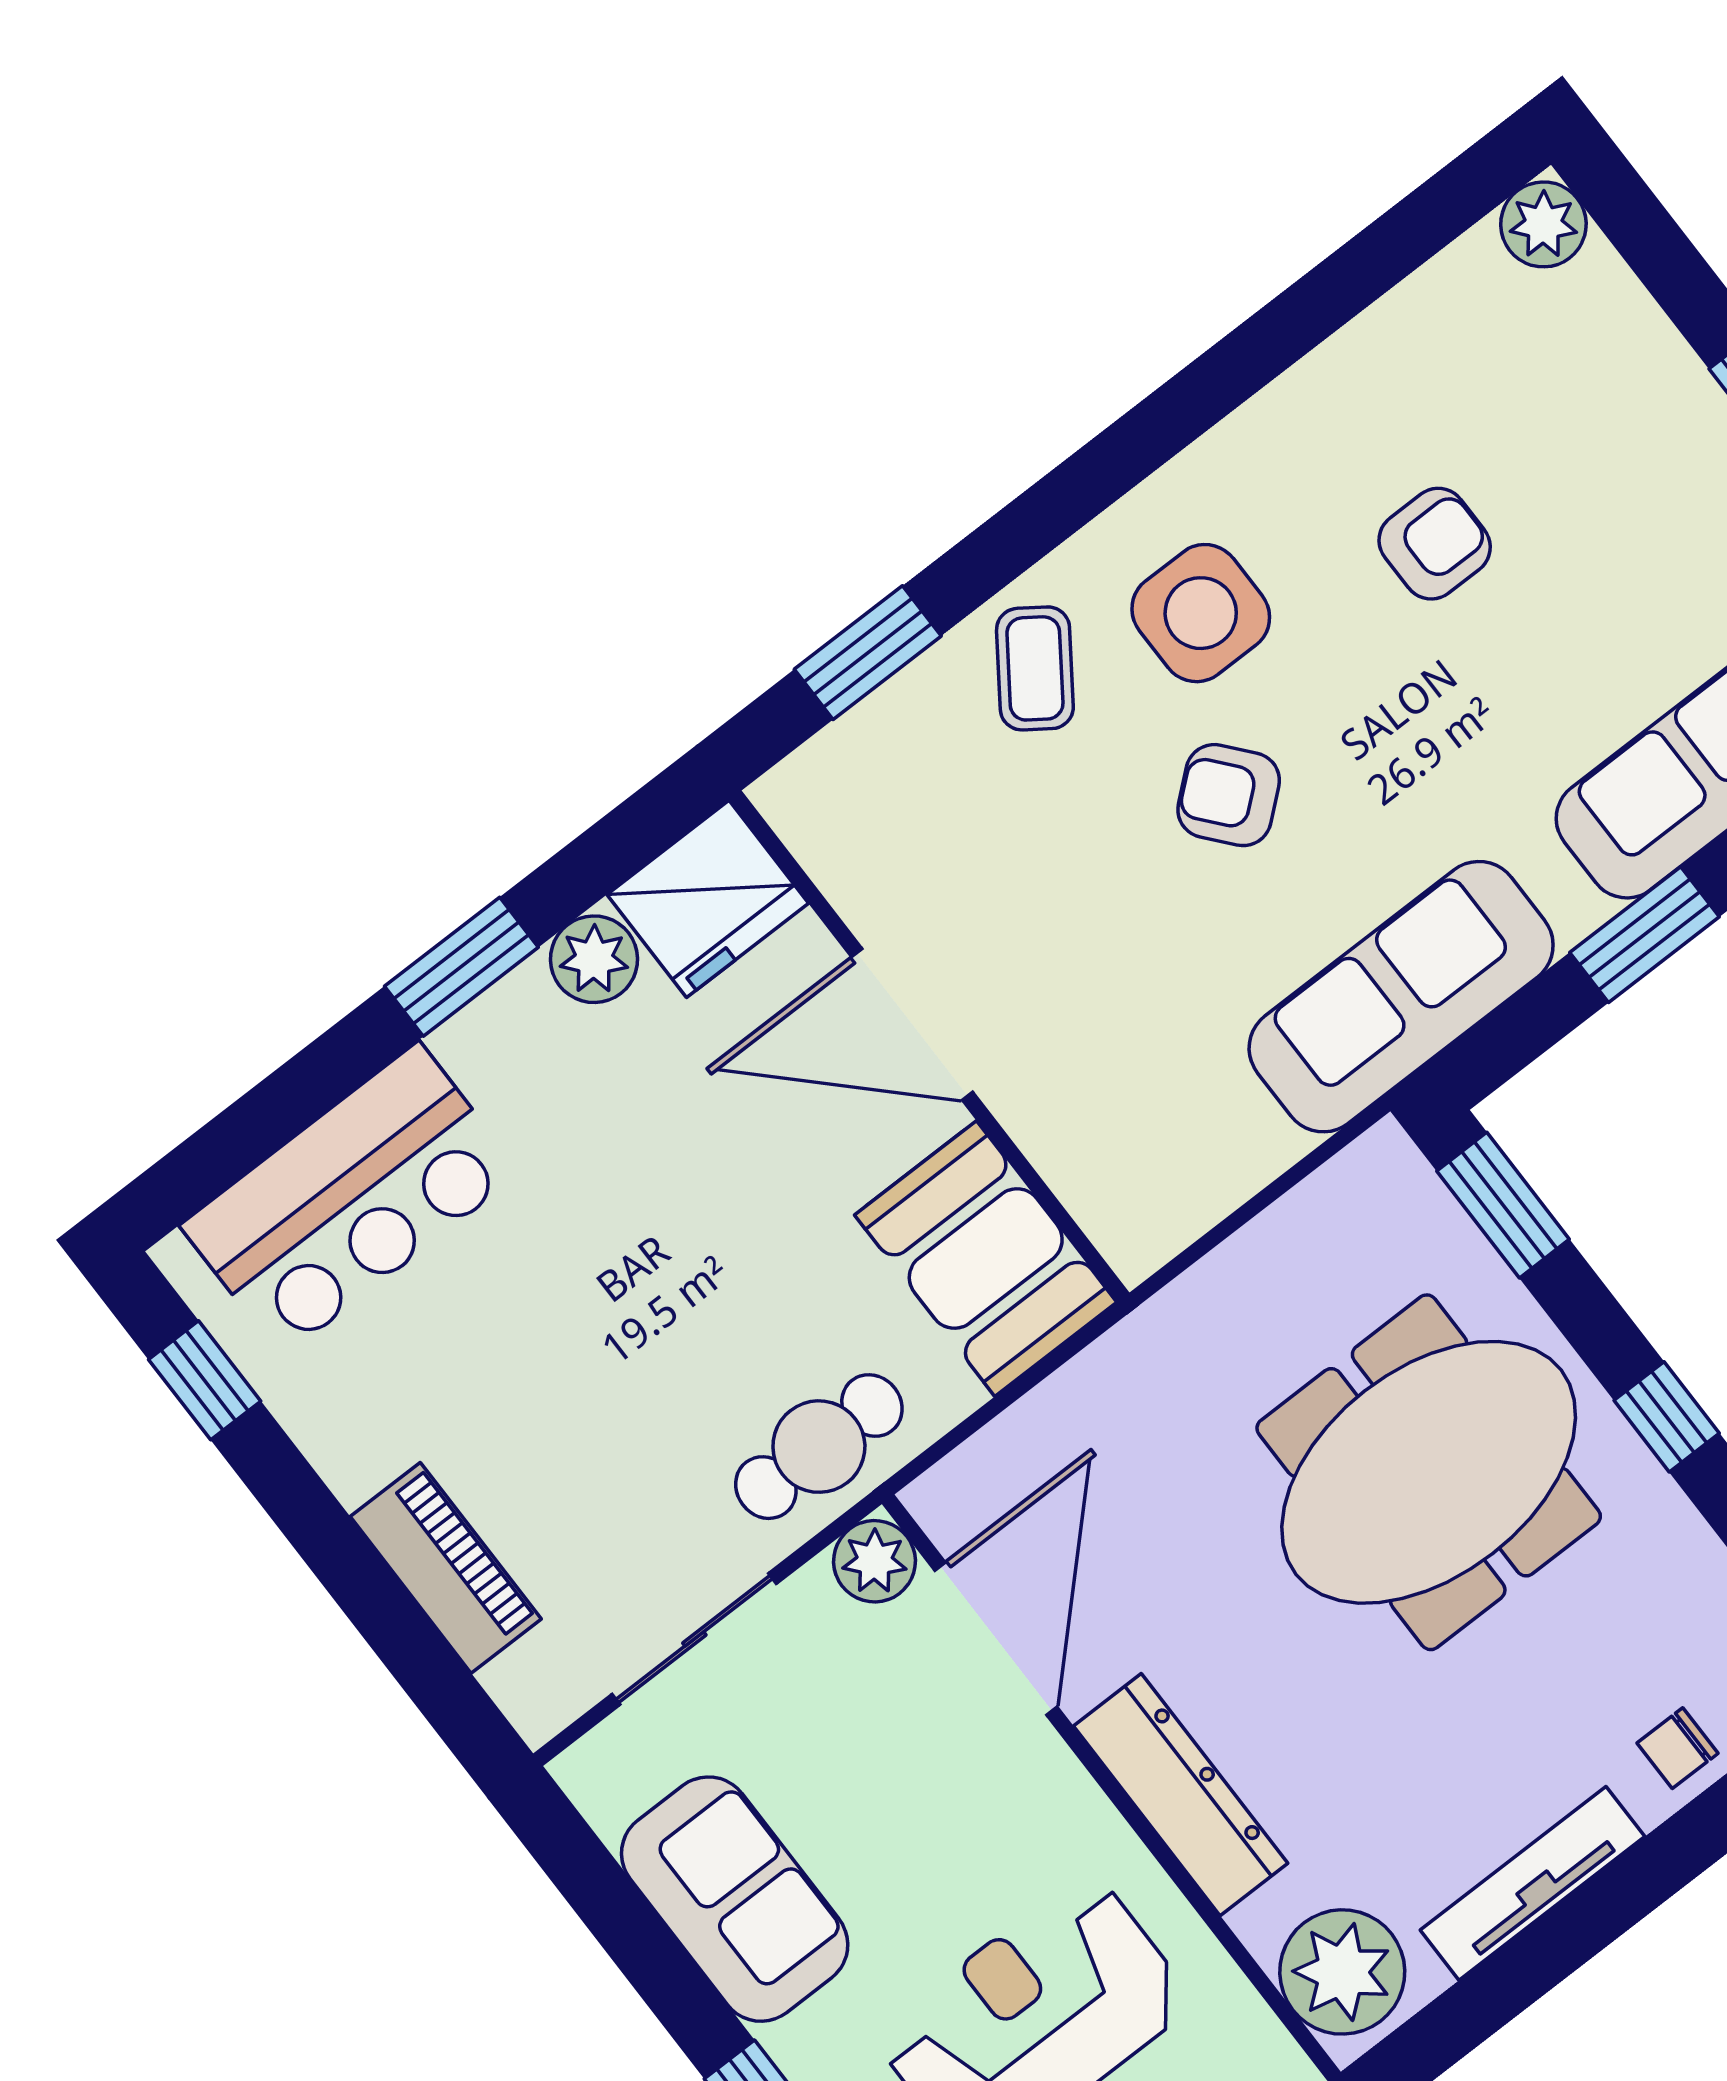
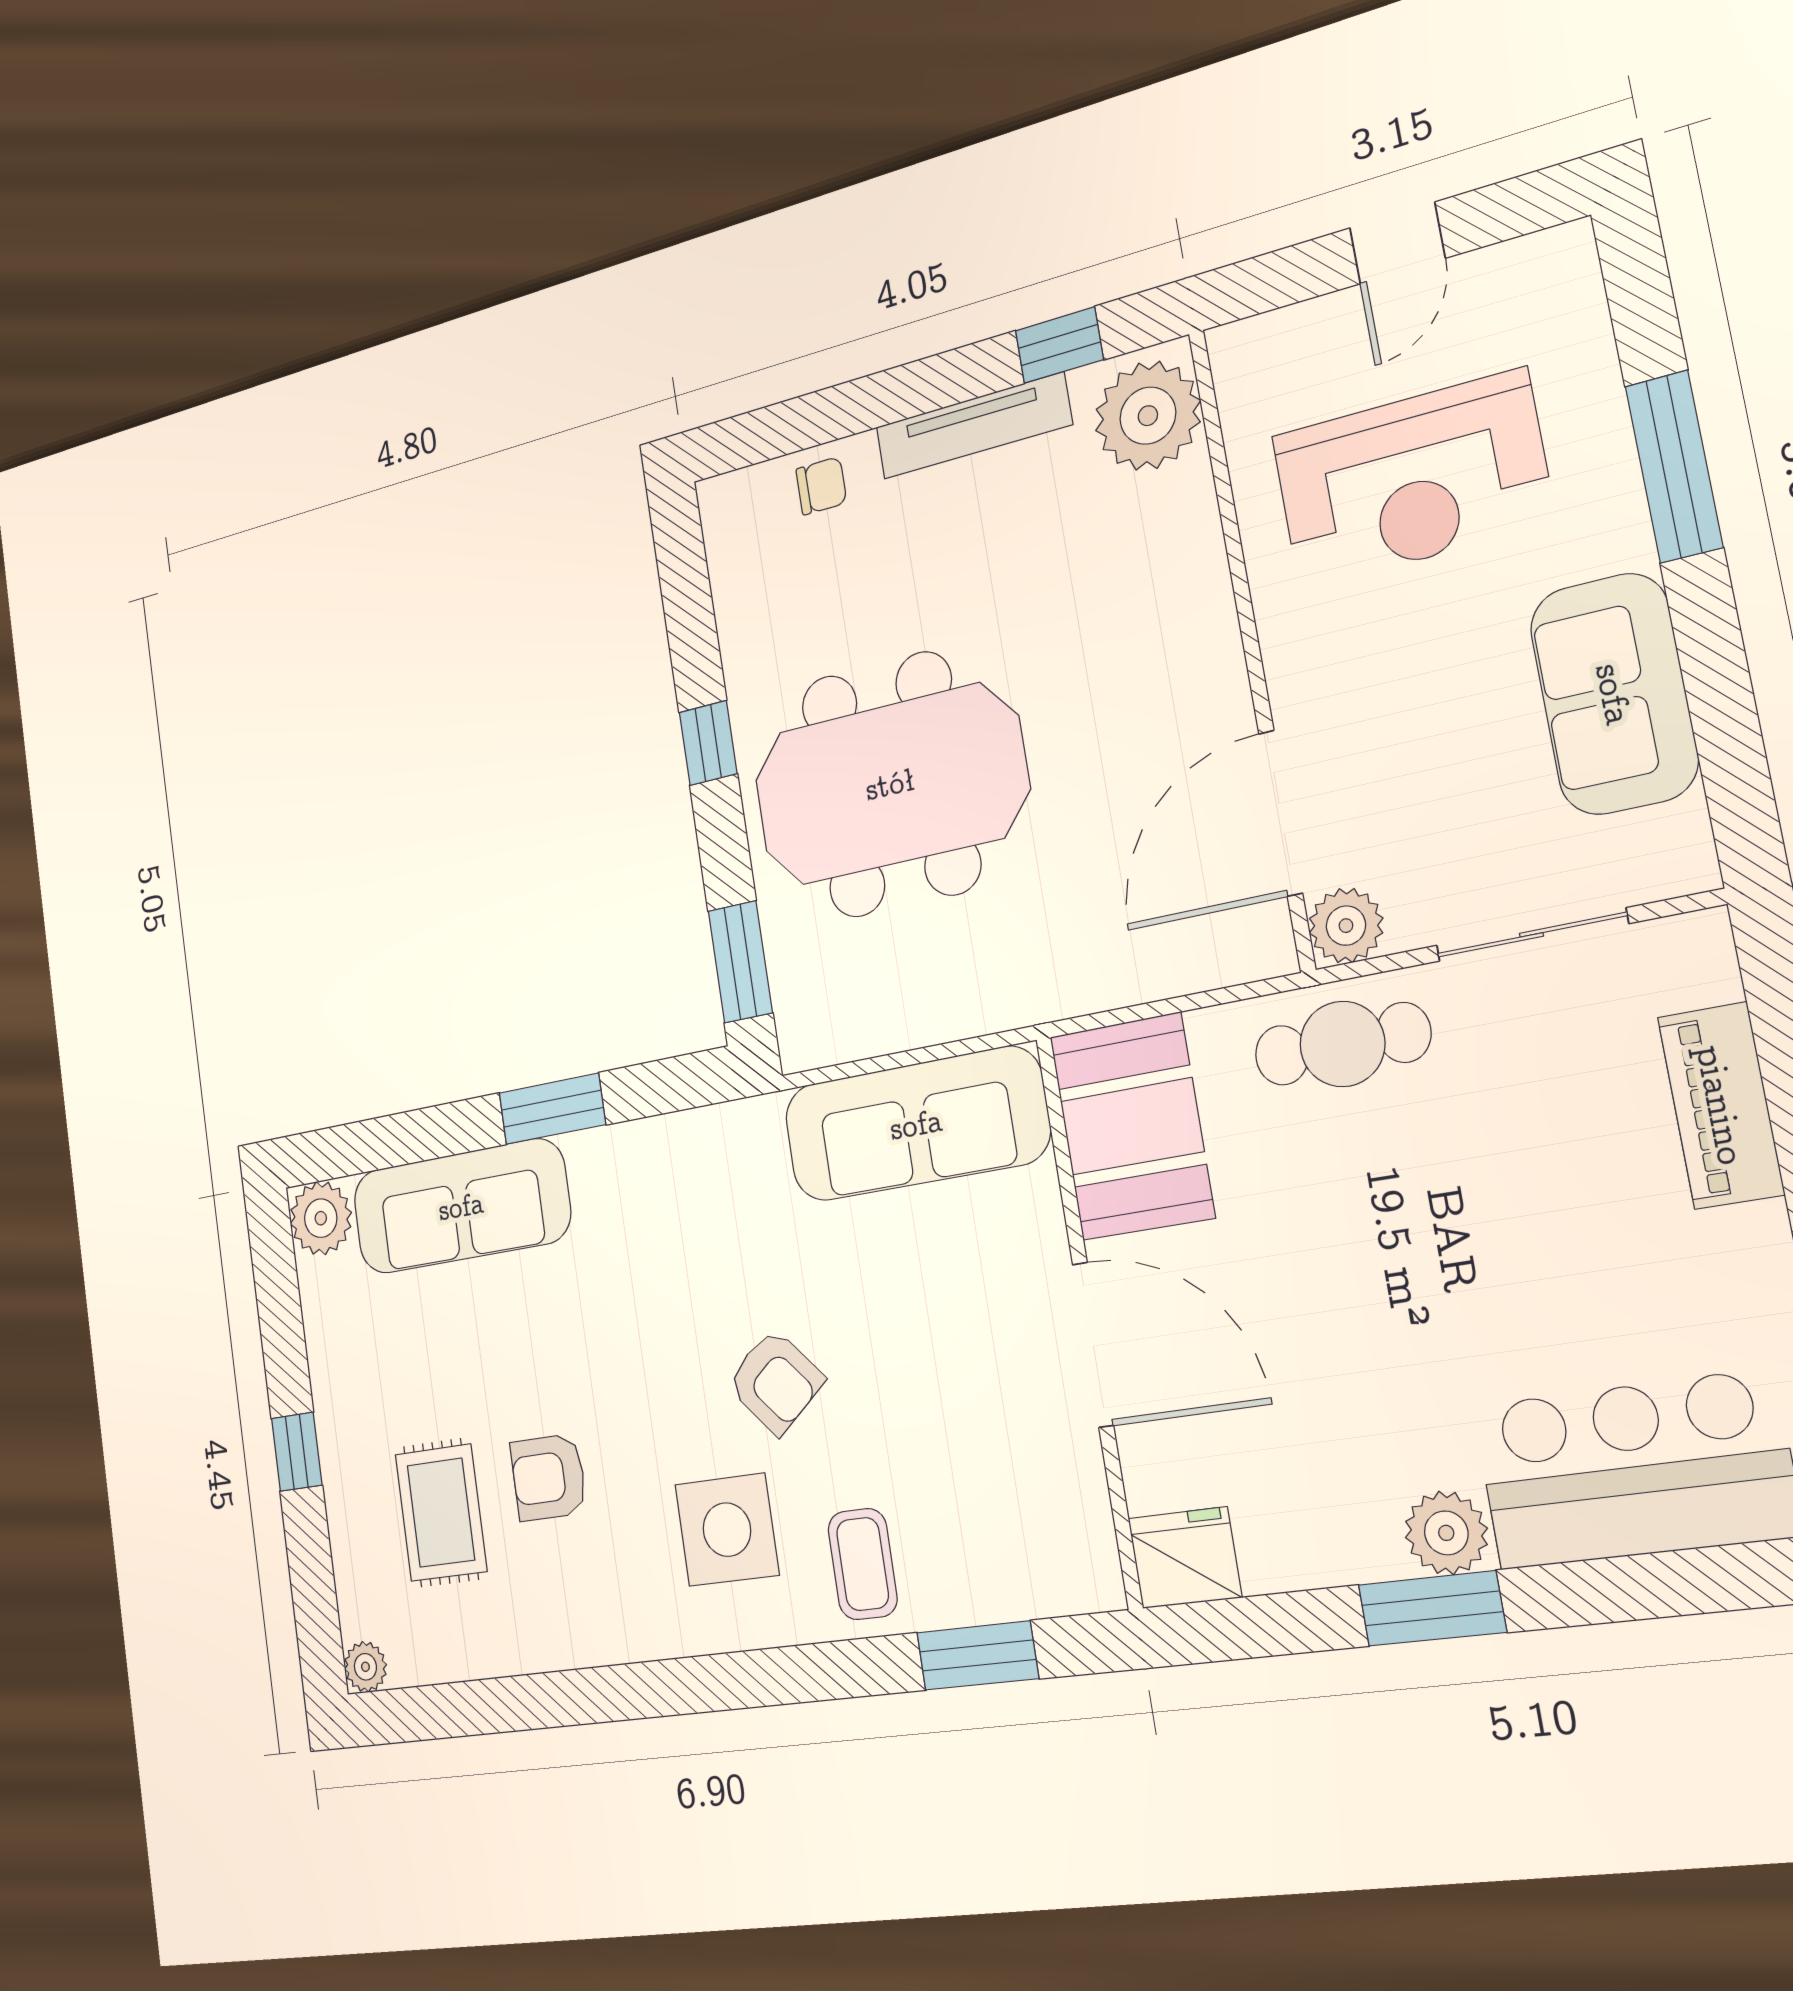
plant: (1543, 224) -> (365, 1667), width x0.73, depth x0.73
rug: (1544, 429) -> (441, 1513), added
coffee table: (1035, 668) -> (863, 1564), turned -35
fridge: (708, 899) -> (1185, 1558), width x0.73, depth x0.75
plant: (594, 959) -> (1446, 1533), moved
sofa: (1401, 997) -> (916, 1124), moved
dresser: (1181, 1795) -> (1200, 616), removed
window: (1479, 2005) -> (1059, 345), added

